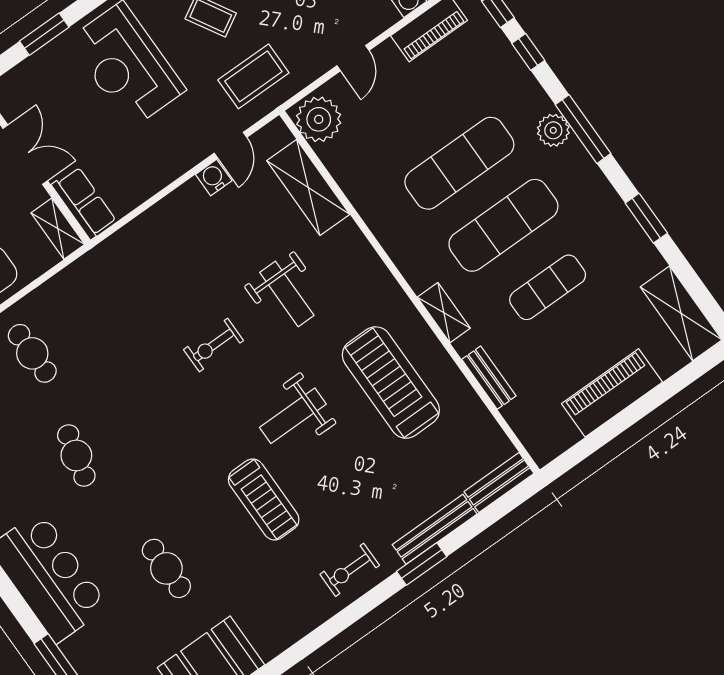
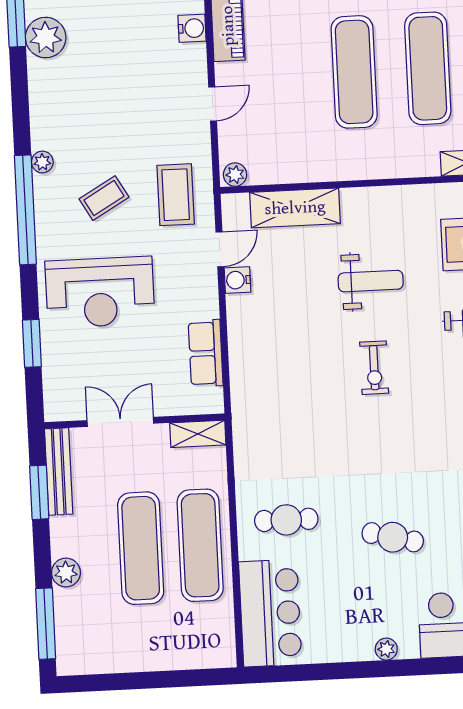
door: (353, 58) -> (213, 104), hinge flipped
plant: (319, 119) -> (235, 175), width x0.53, depth x0.53
door: (230, 145) -> (220, 249), hinge flipped
row of seats: (84, 203) -> (206, 353), moved, turned -90

